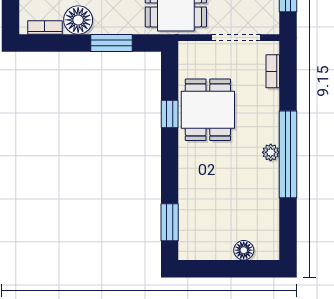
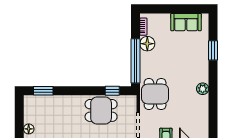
window: (111, 43) -> (135, 61), width x2.11
window: (170, 114) -> (112, 91), moved

